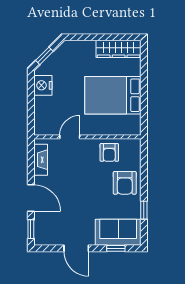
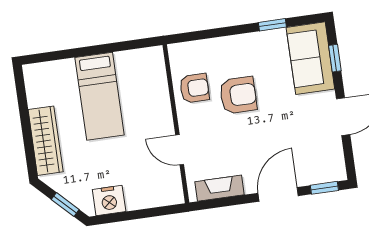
wardrobe: (119, 49) -> (46, 141), moved
bed: (113, 95) -> (100, 96), width x0.67
armchair: (125, 183) -> (238, 95), moved

